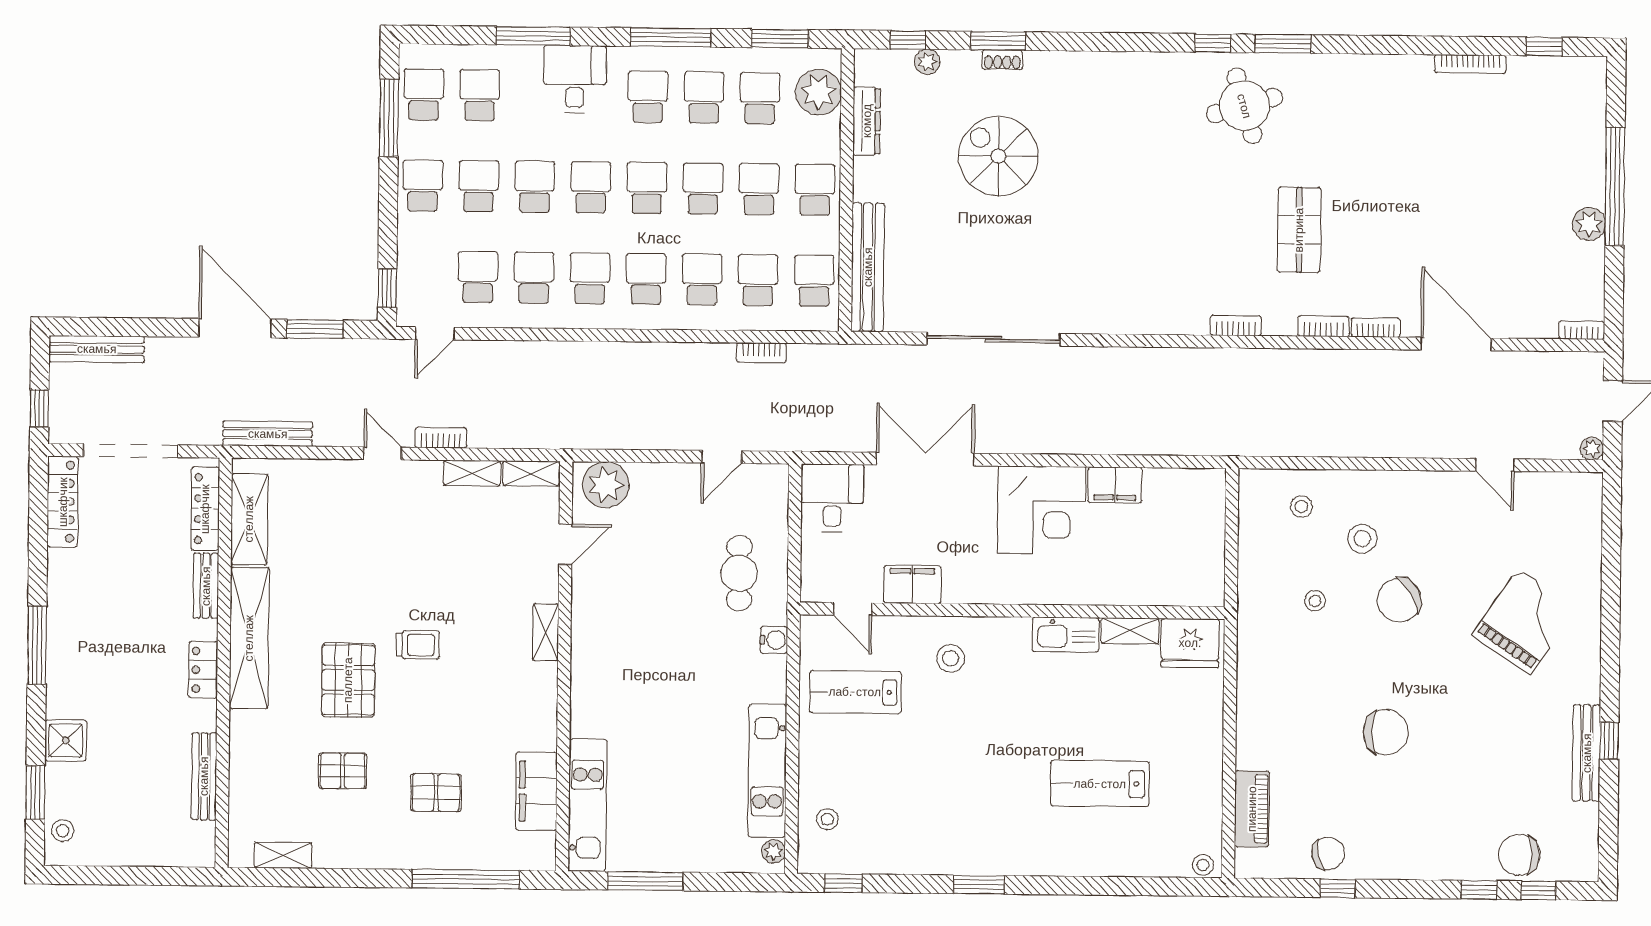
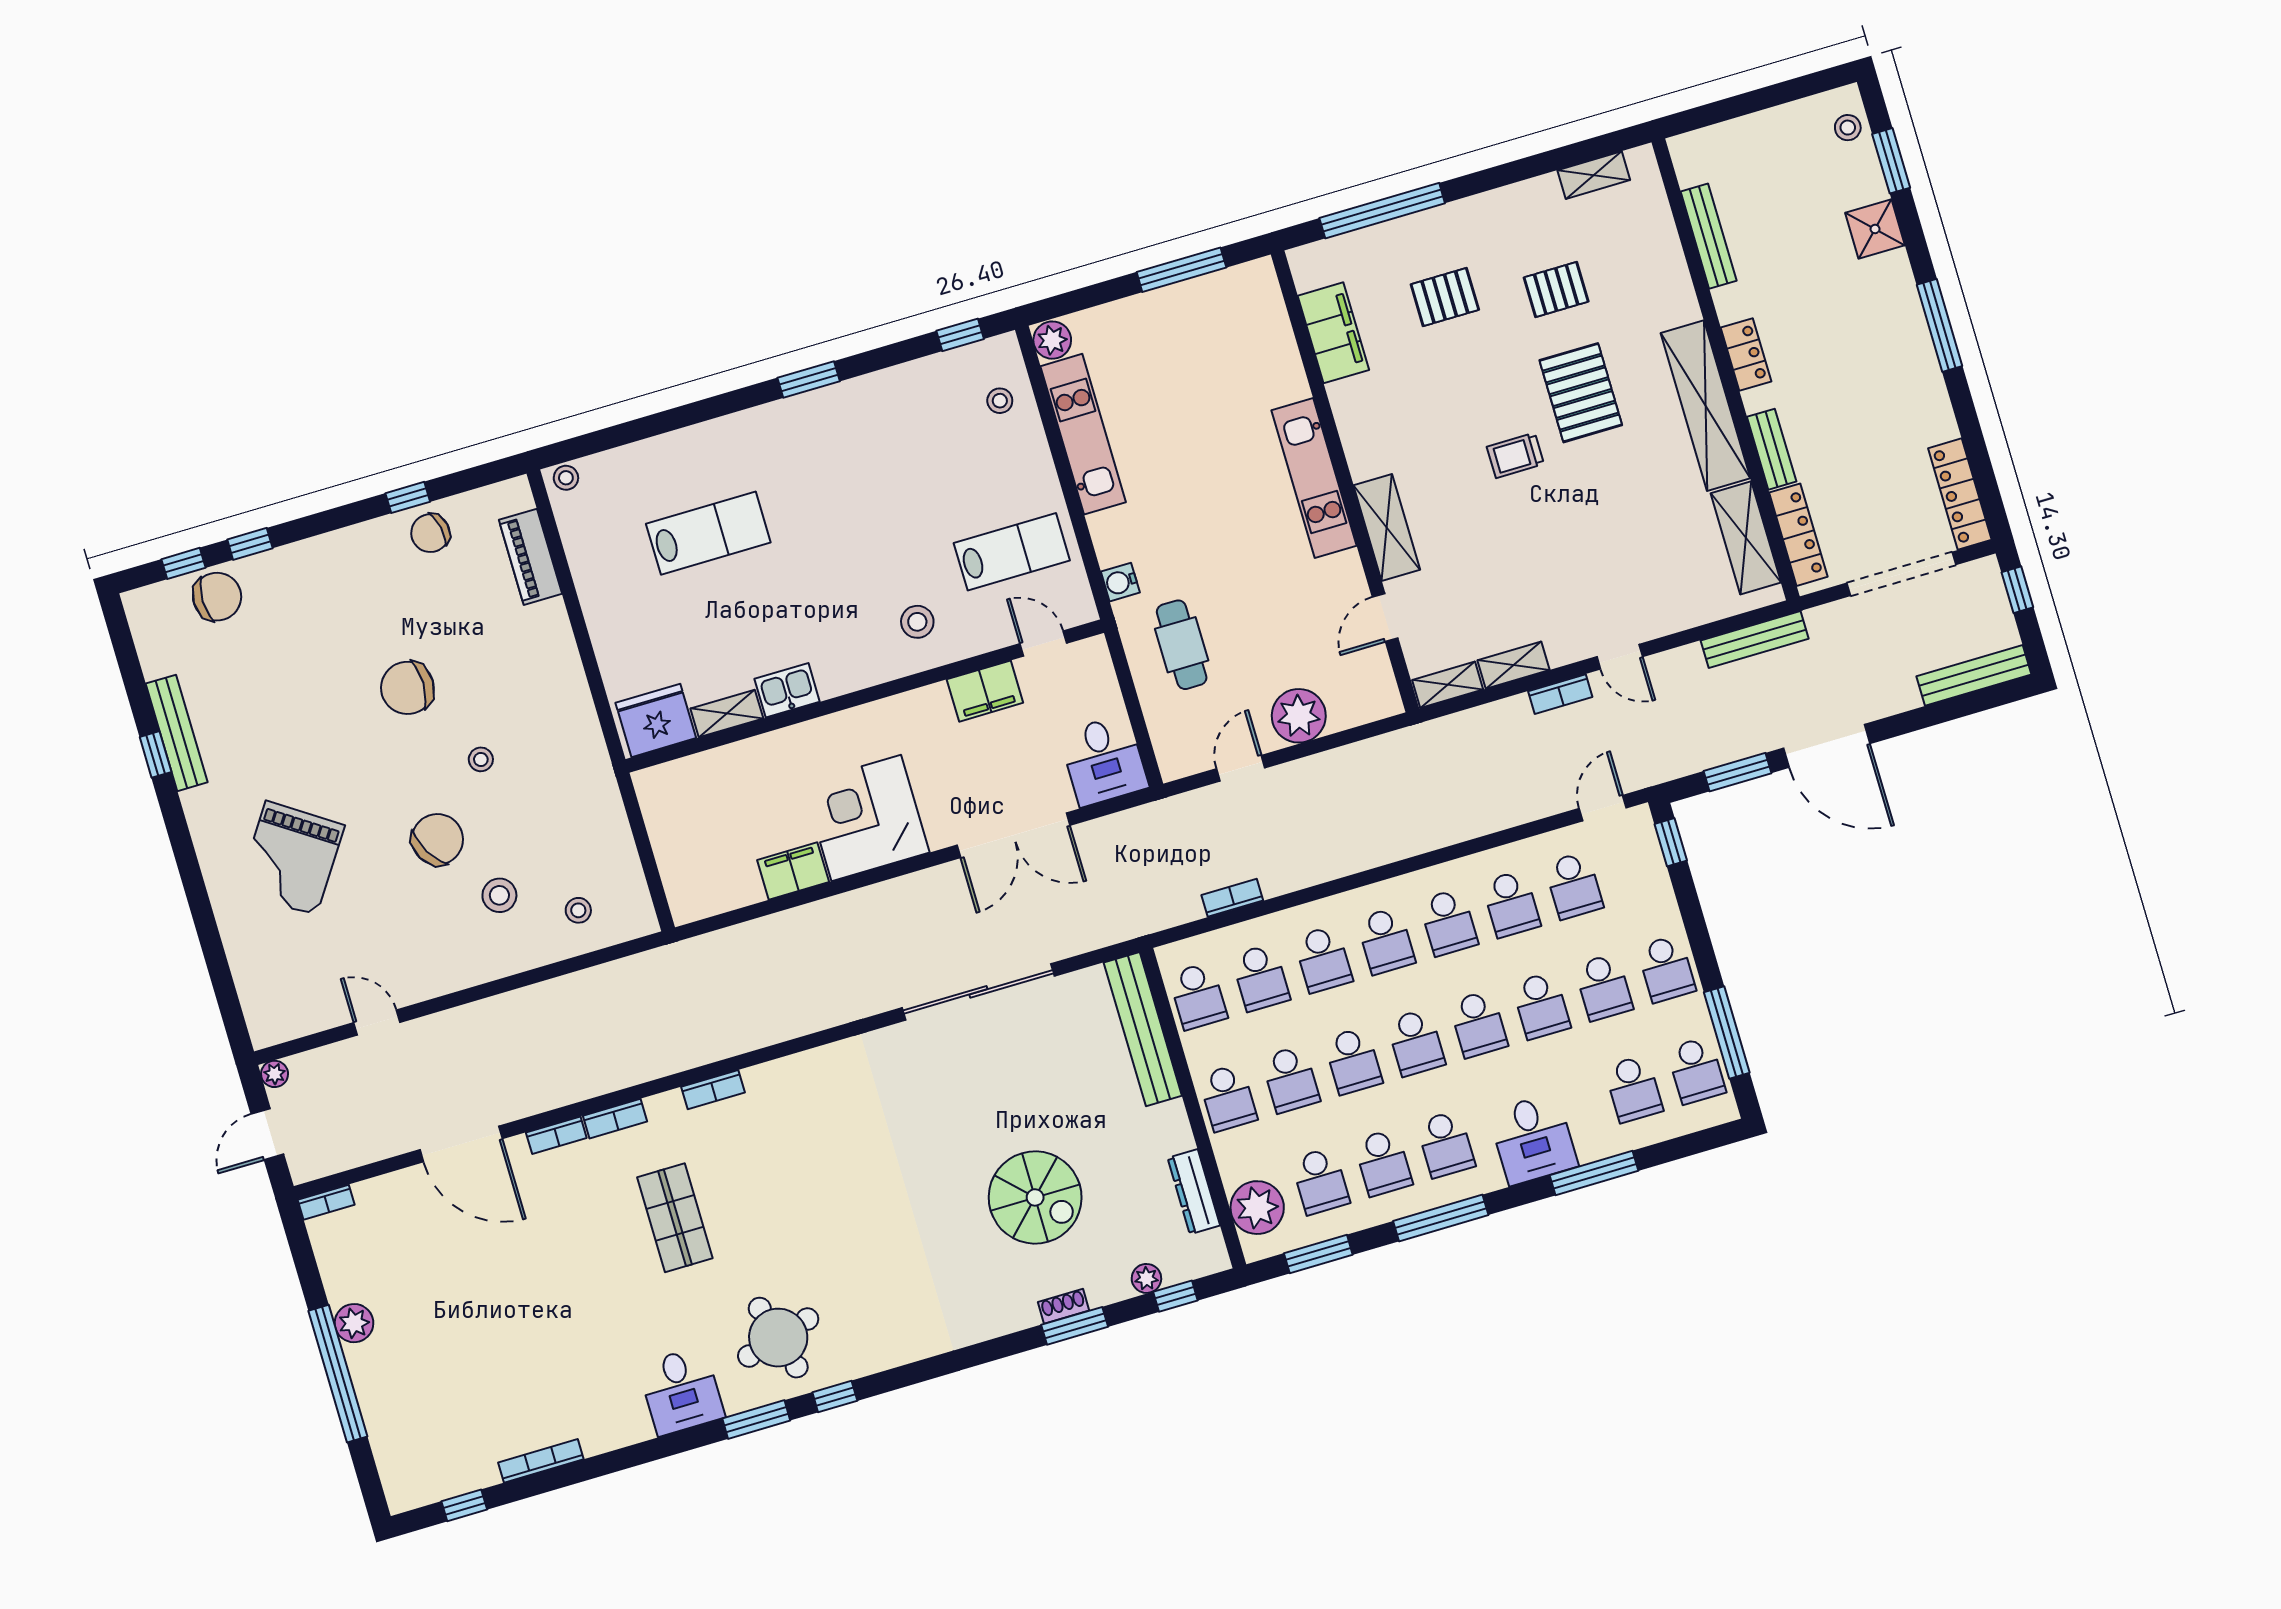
desk: (1337, 86) -> (681, 1391), added
plant: (606, 485) -> (1299, 716), moved
stool: (1315, 601) -> (481, 759), moved
shelving: (546, 632) -> (1387, 527), width x1.50, depth x1.33
kitchen sink: (1066, 635) -> (787, 690), width x0.73
kitchen unit: (587, 805) -> (1314, 478), moved
plant: (774, 851) -> (1052, 340), width x1.38, depth x1.38

